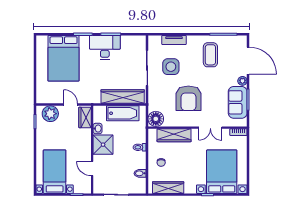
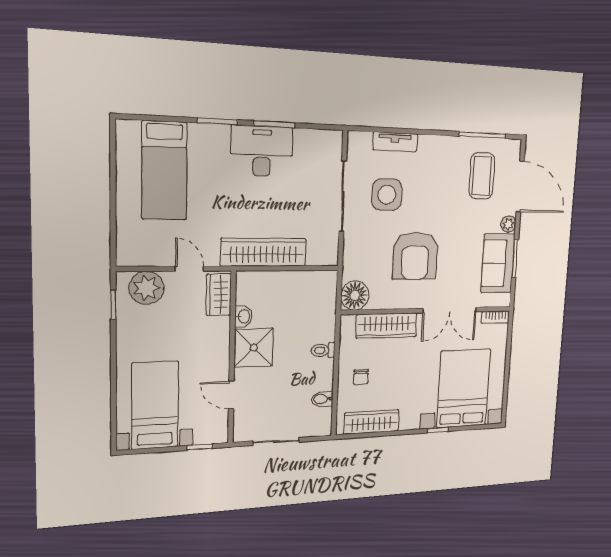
coffee table: (210, 55) -> (482, 176), moved
bed: (64, 58) -> (164, 171), width x0.67
wardrobe: (123, 96) -> (264, 252), moved
bathtub: (123, 113) -> (293, 285), removed
double door: (210, 128) -> (450, 310), width x1.37

